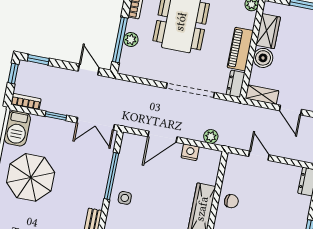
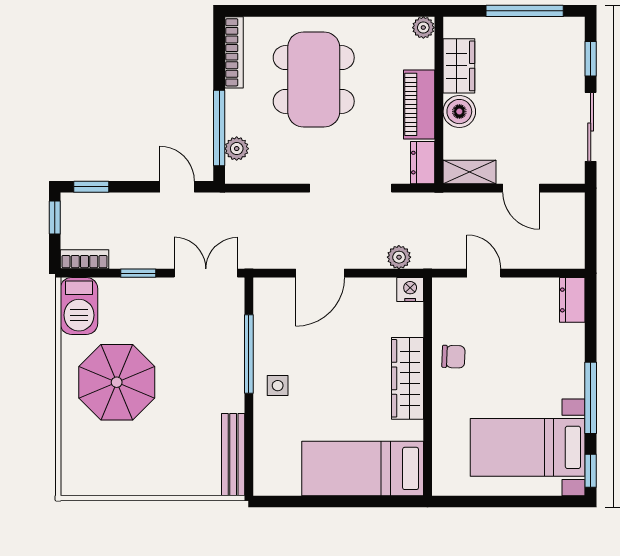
plant: (131, 39) -> (237, 149), moved
double door: (96, 124) -> (206, 273), swing flipped
nightstand: (190, 152) -> (410, 290), moved

